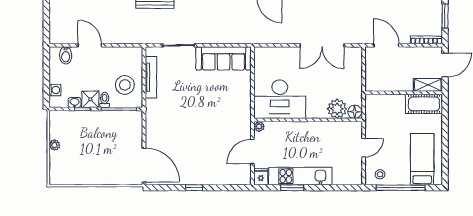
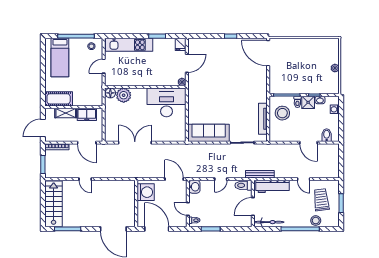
freezer: (386, 83) -> (87, 114), added
shelving: (428, 85) -> (66, 113), moved
kitchen unit: (300, 176) -> (129, 45), moved

